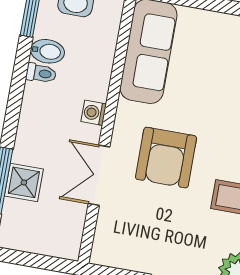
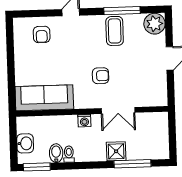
armchair: (166, 158) -> (101, 76), width x0.53, depth x0.53
shower: (24, 182) -> (116, 151), moved

